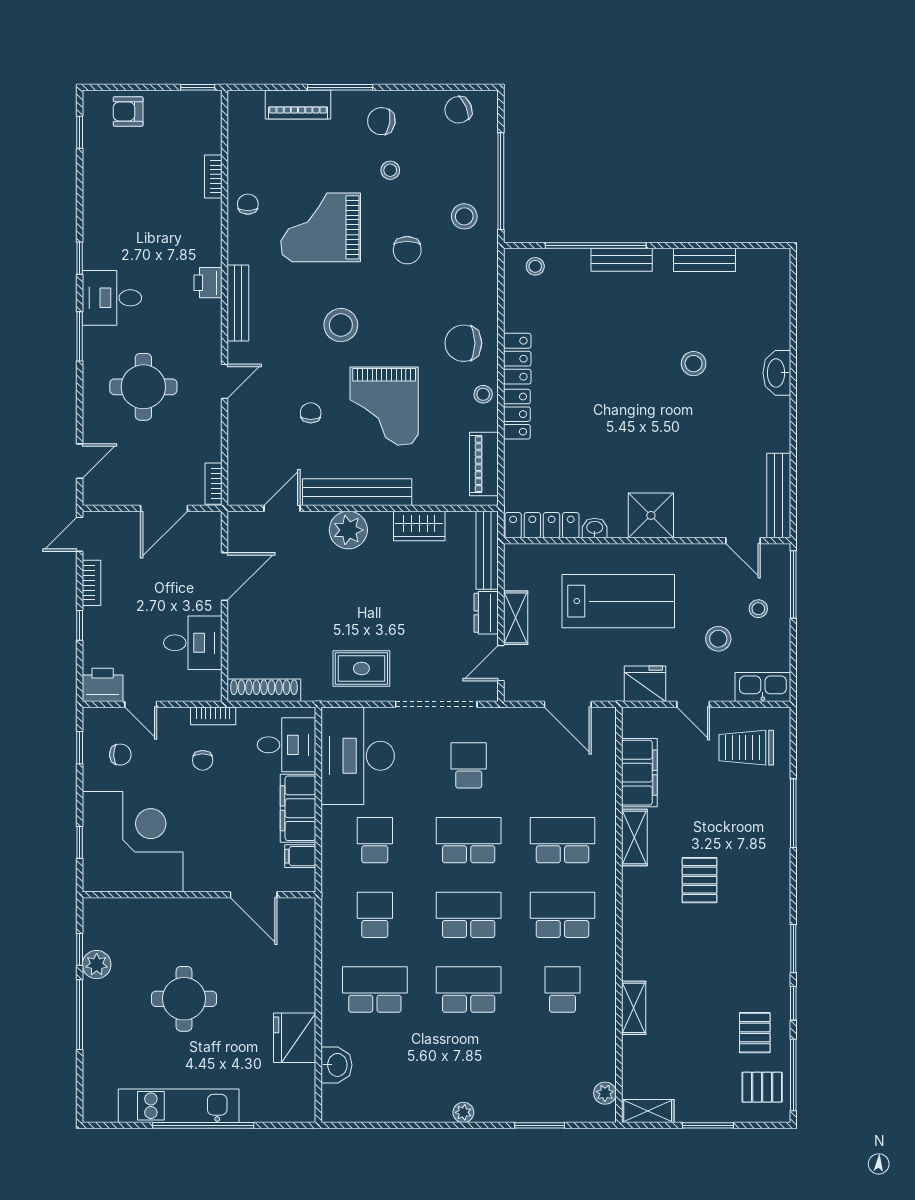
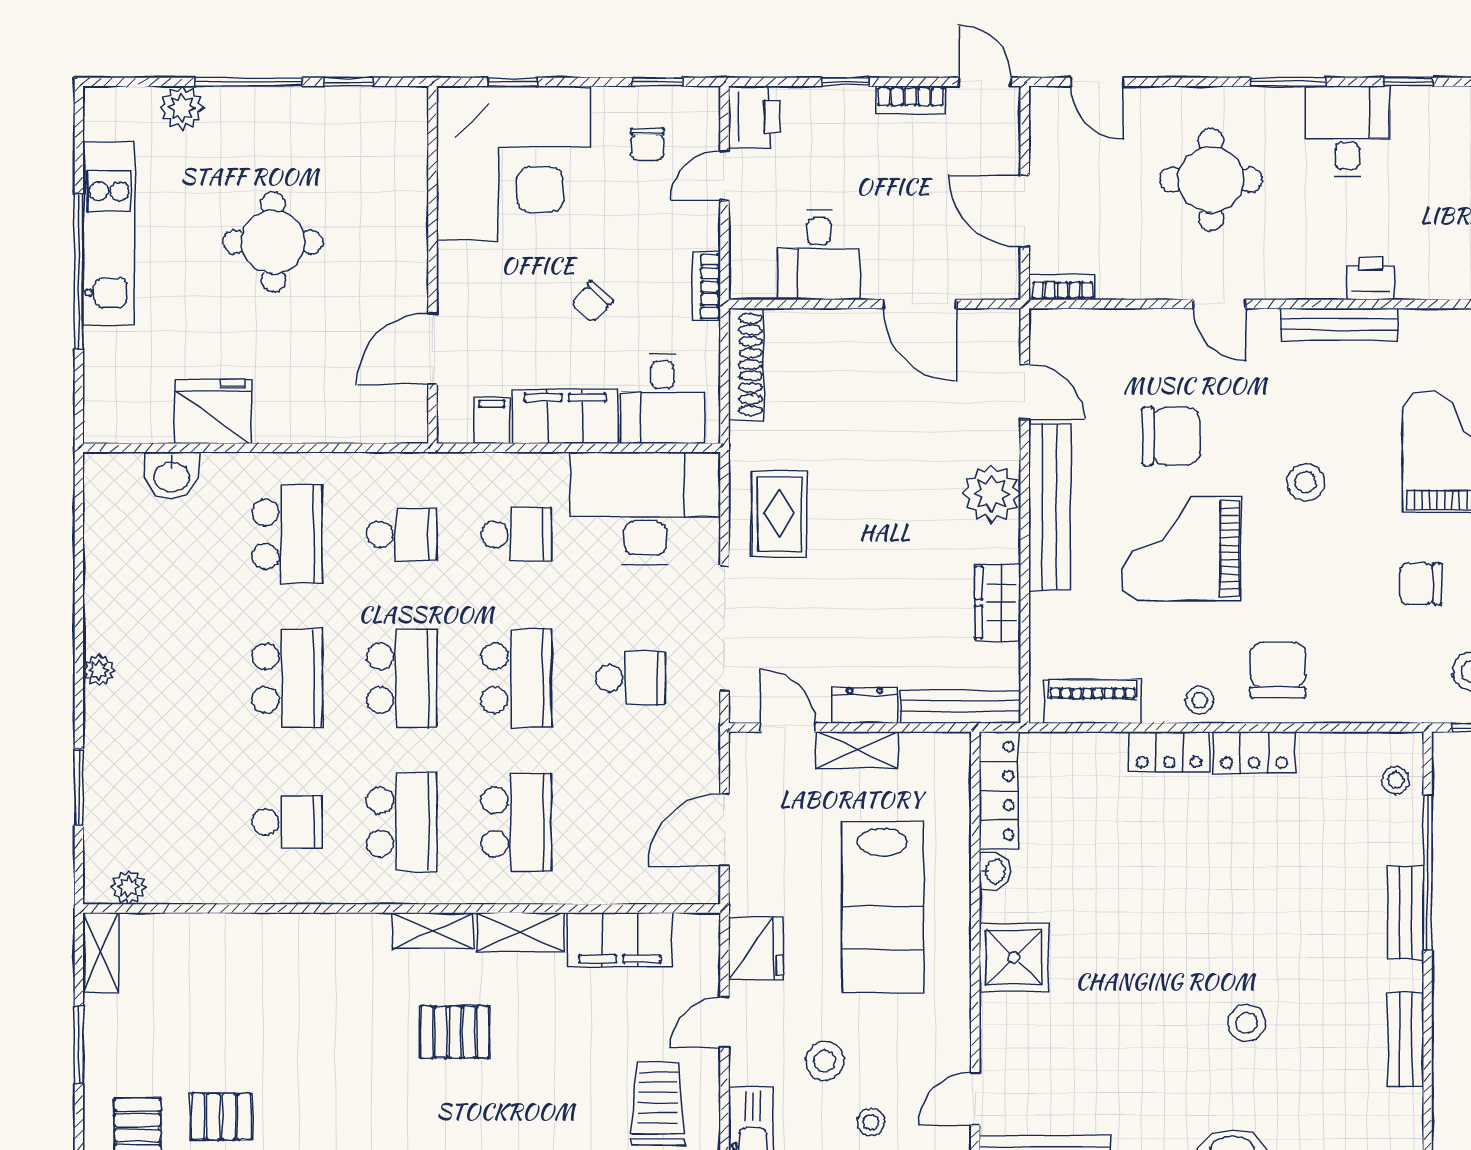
stool: (341, 325) -> (1306, 482), width x0.73, depth x0.73
chair: (311, 413) -> (1171, 436), width x1.87, depth x1.87
chair: (203, 760) -> (592, 302), moved, turned -48
plant: (97, 965) -> (182, 108), moved
shelving: (634, 1008) -> (433, 931), moved

